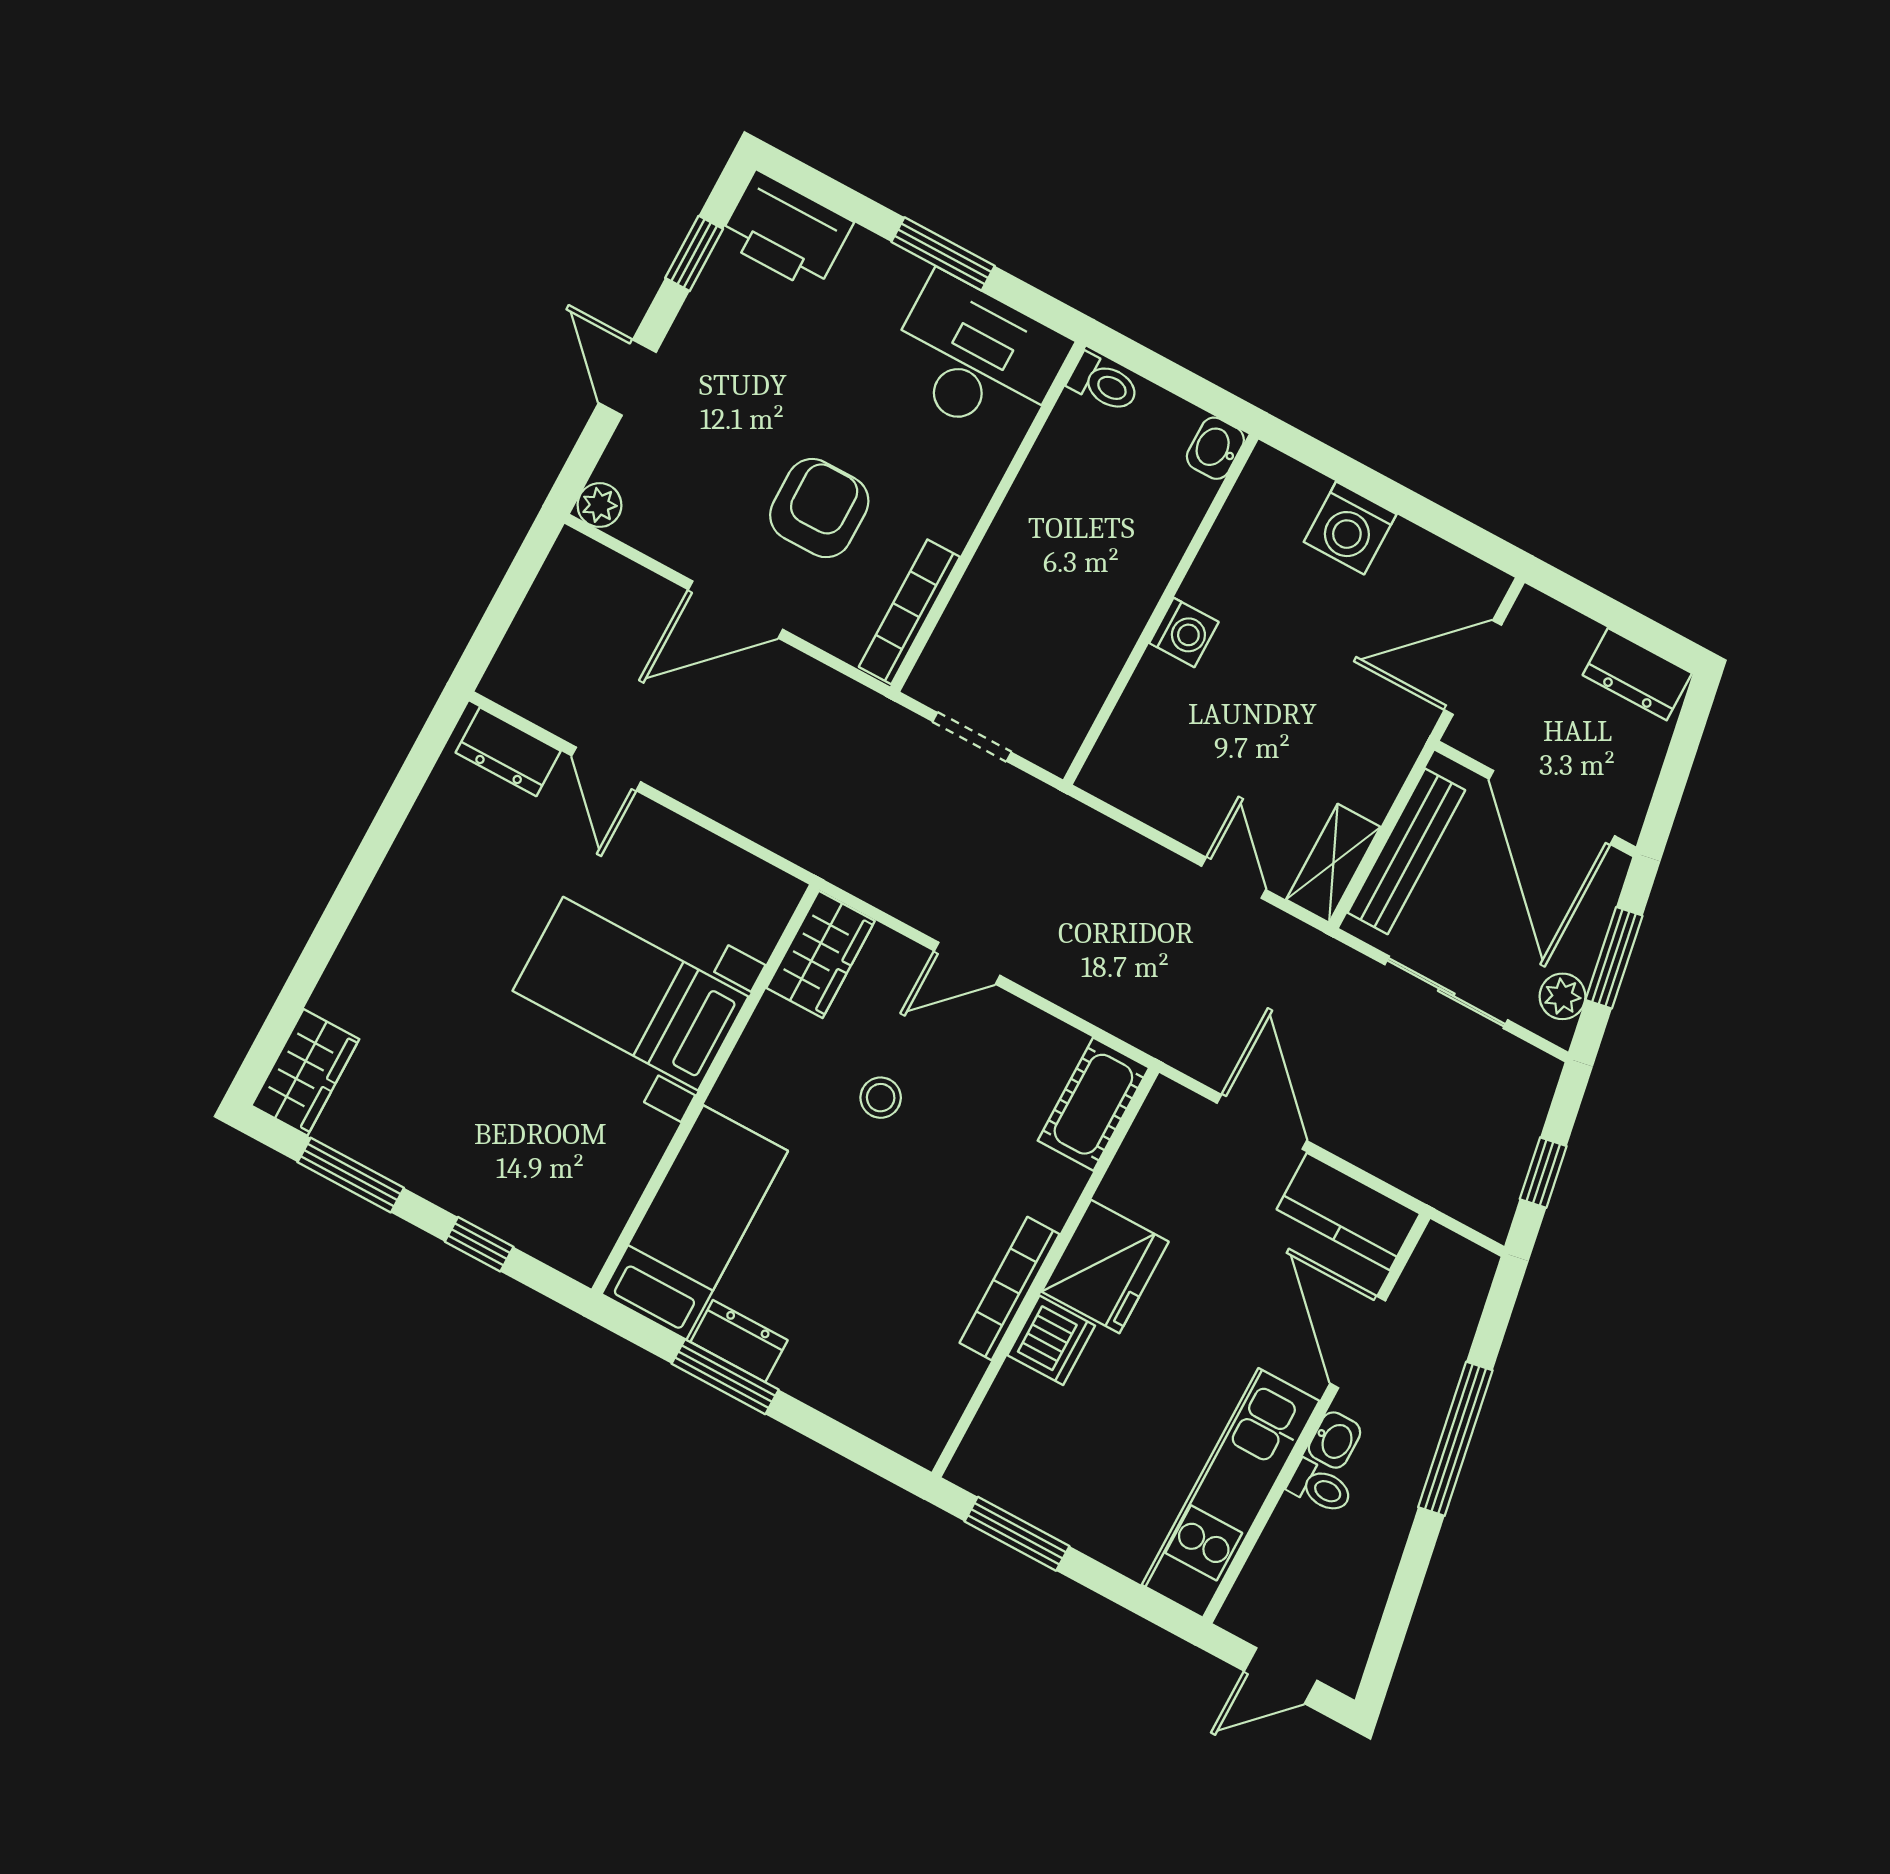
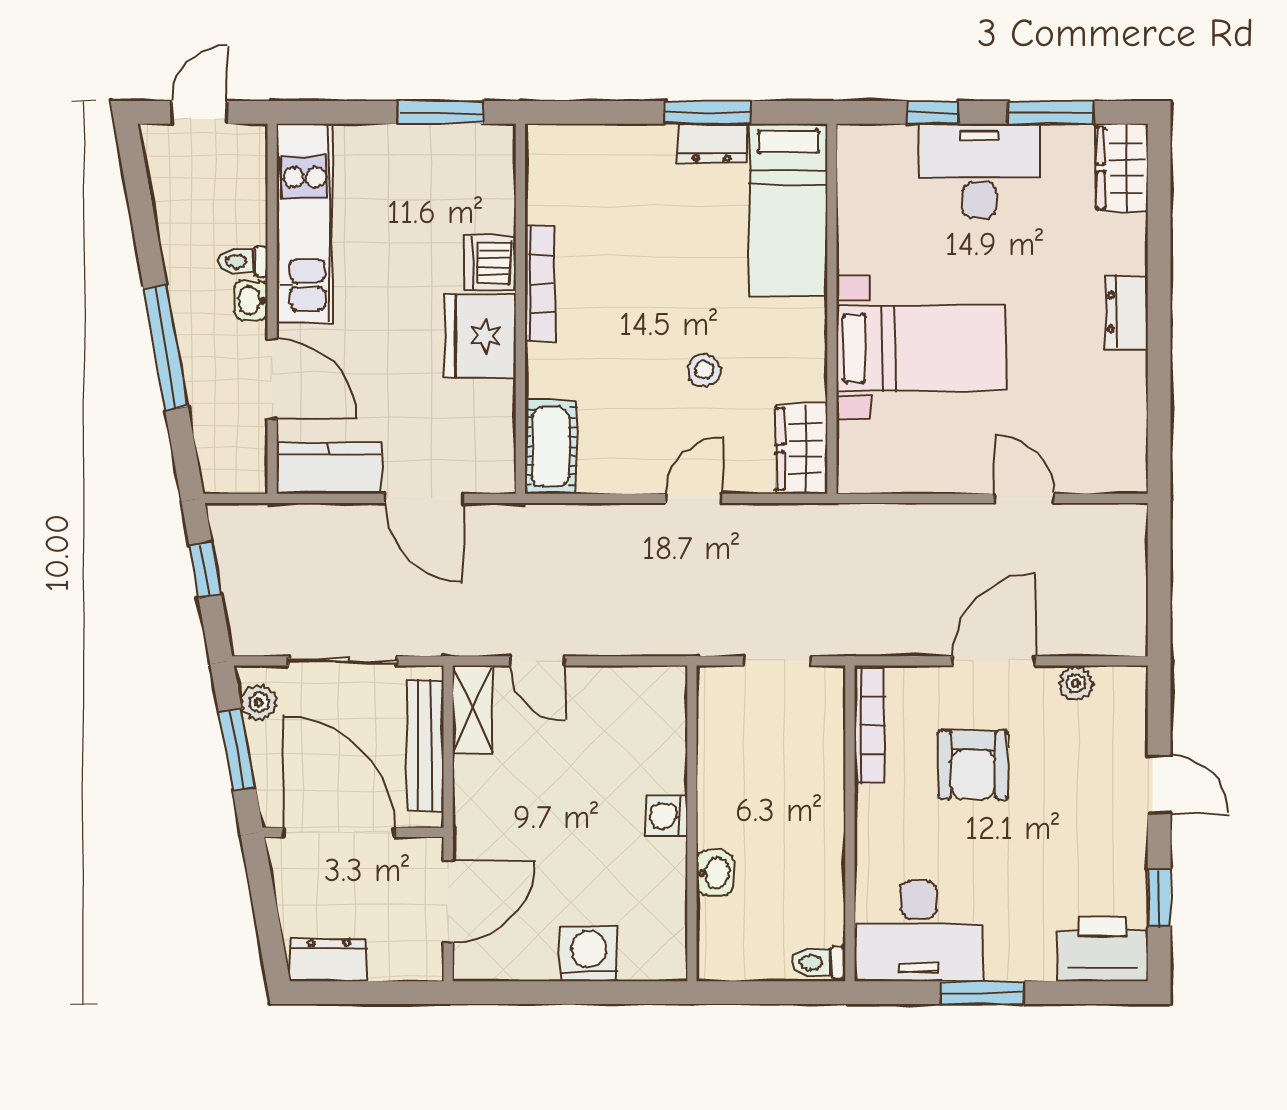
washbasin: (1215, 448) -> (715, 873), moved
plant: (599, 505) -> (1076, 683), moved
dresser: (508, 752) -> (1127, 312), moved, turned -90
desk: (463, 1153) -> (979, 171), added

